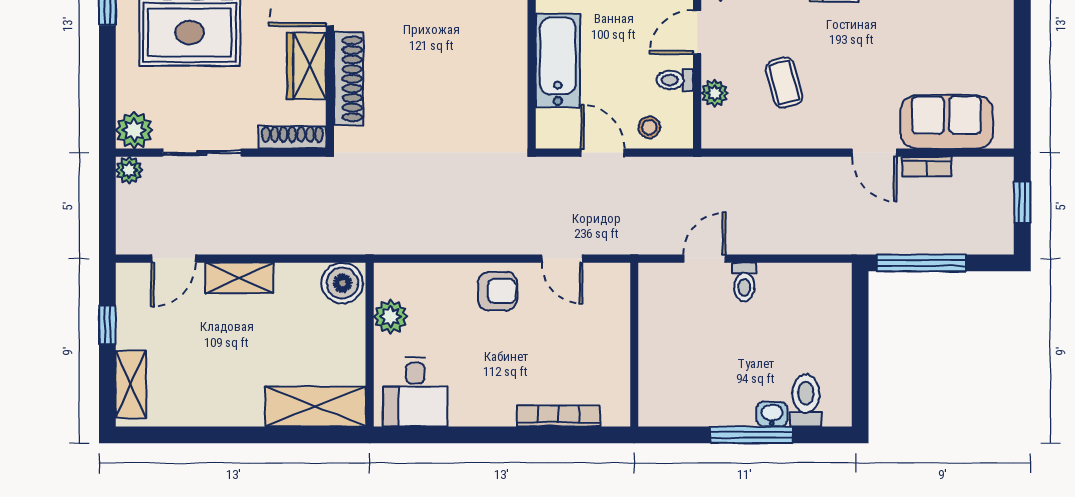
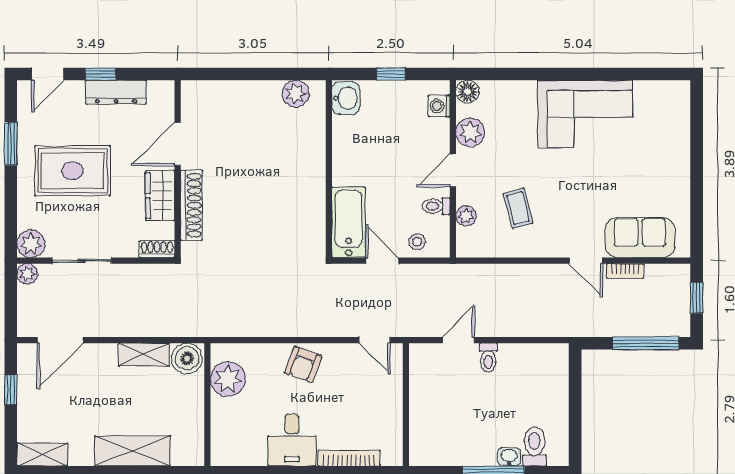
bathtub: (558, 61) -> (349, 222), moved
shoe rack: (292, 137) -> (157, 249), width x0.70
door: (173, 259) -> (60, 340), width x1.38
door: (562, 259) -> (374, 340), moved
window: (921, 263) -> (646, 343), moved
shelving: (239, 278) -> (144, 354), moved
armchair: (497, 291) -> (303, 364), turned 110
plant: (391, 317) -> (228, 379), width x1.36, depth x1.36
shelving: (131, 384) -> (42, 455), moved, turned 90
desk: (415, 392) -> (292, 440), moved
shelving: (315, 406) -> (133, 451), moved

